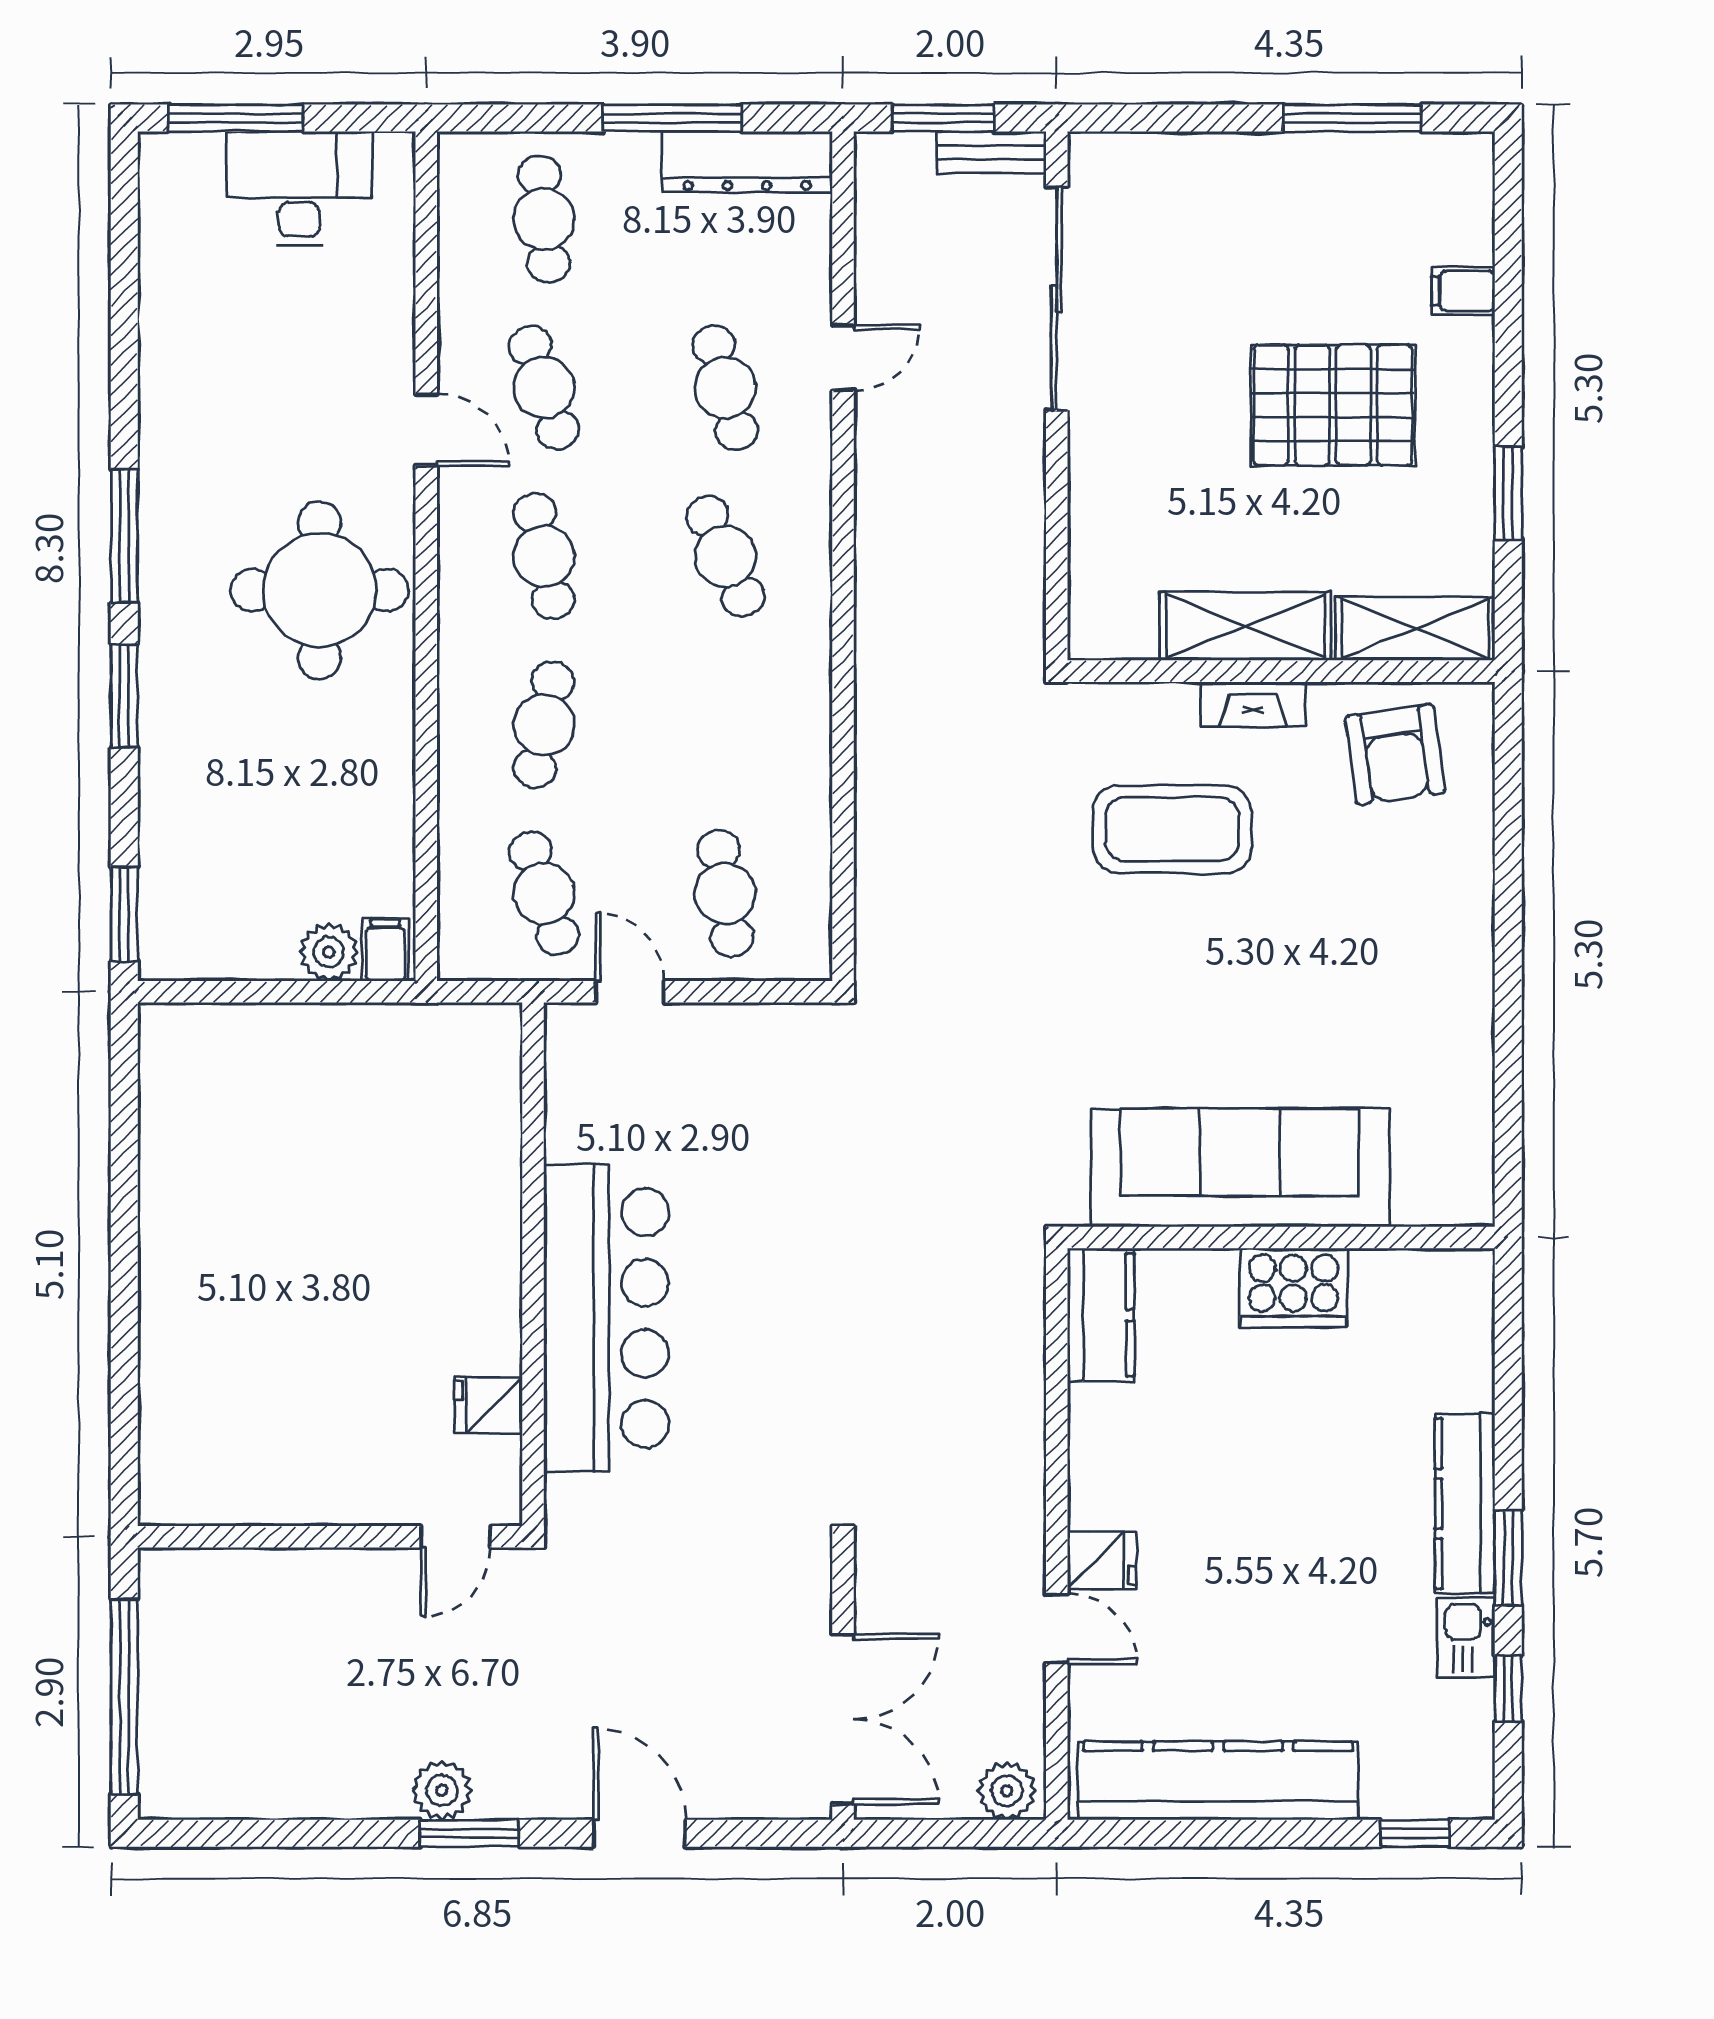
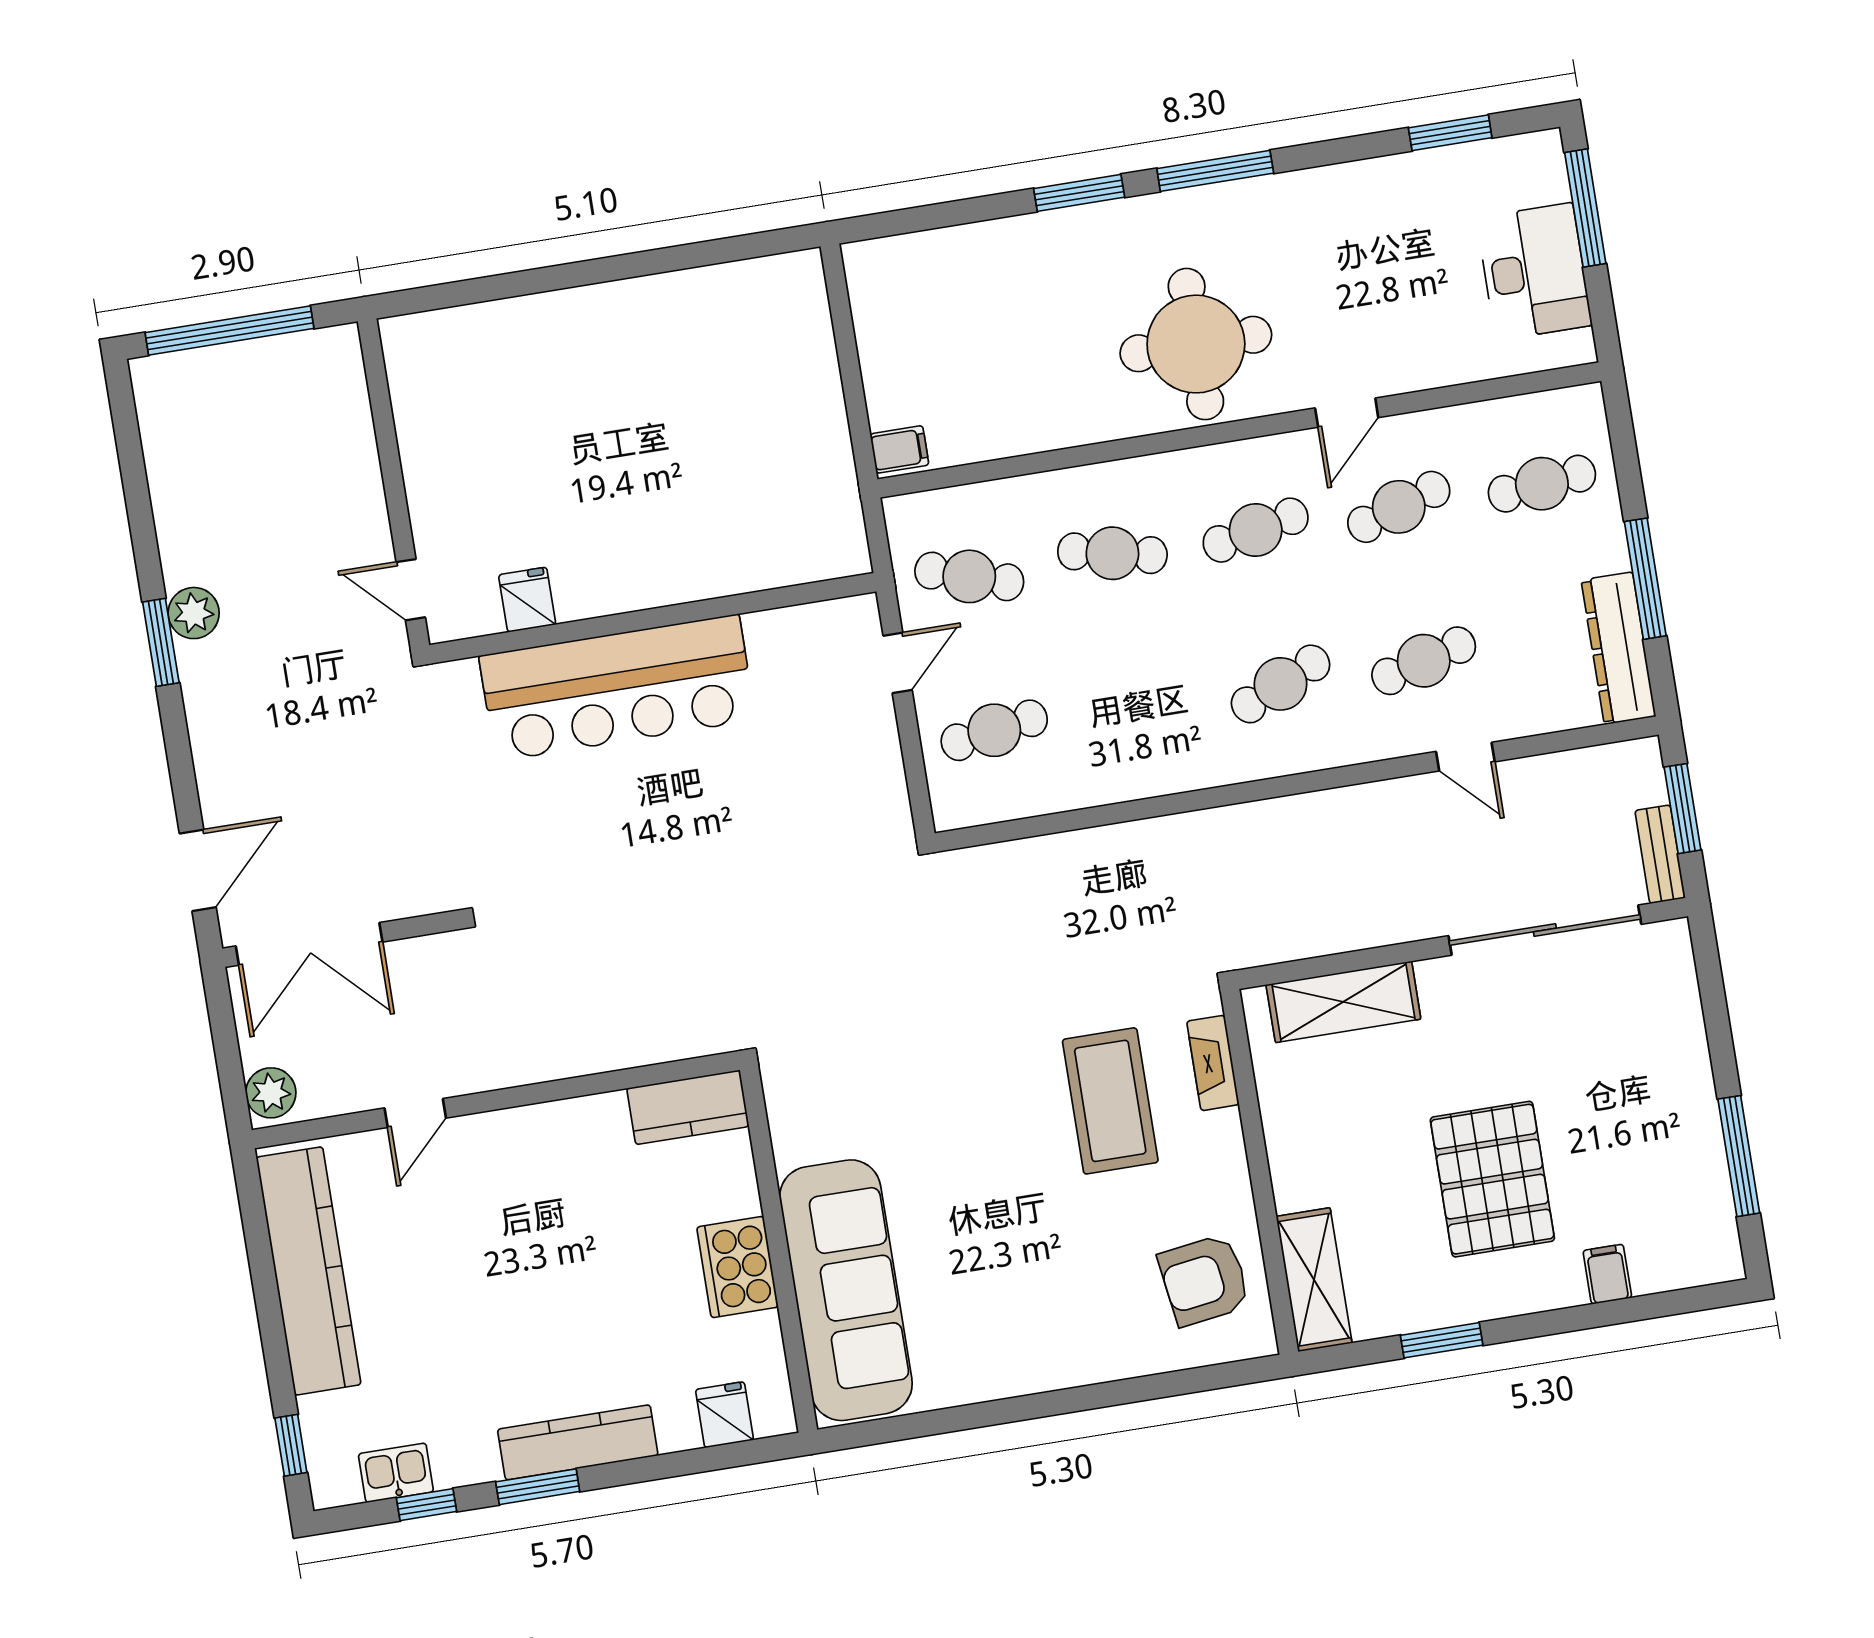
shelving: (1245, 626) -> (1343, 1002), moved, turned 90
fireplace: (1253, 704) -> (1213, 1063), moved
cafe table: (544, 893) -> (969, 576), turned 36
window: (124, 914) -> (1450, 133), moved
plant: (329, 952) -> (890, 402), removed
sofa: (1240, 1168) -> (846, 1290), moved
fridge: (1102, 1560) -> (724, 1415), moved, turned 180
kitchen sink: (1466, 1638) -> (396, 1473), moved
door: (639, 1833) -> (198, 870), moved

